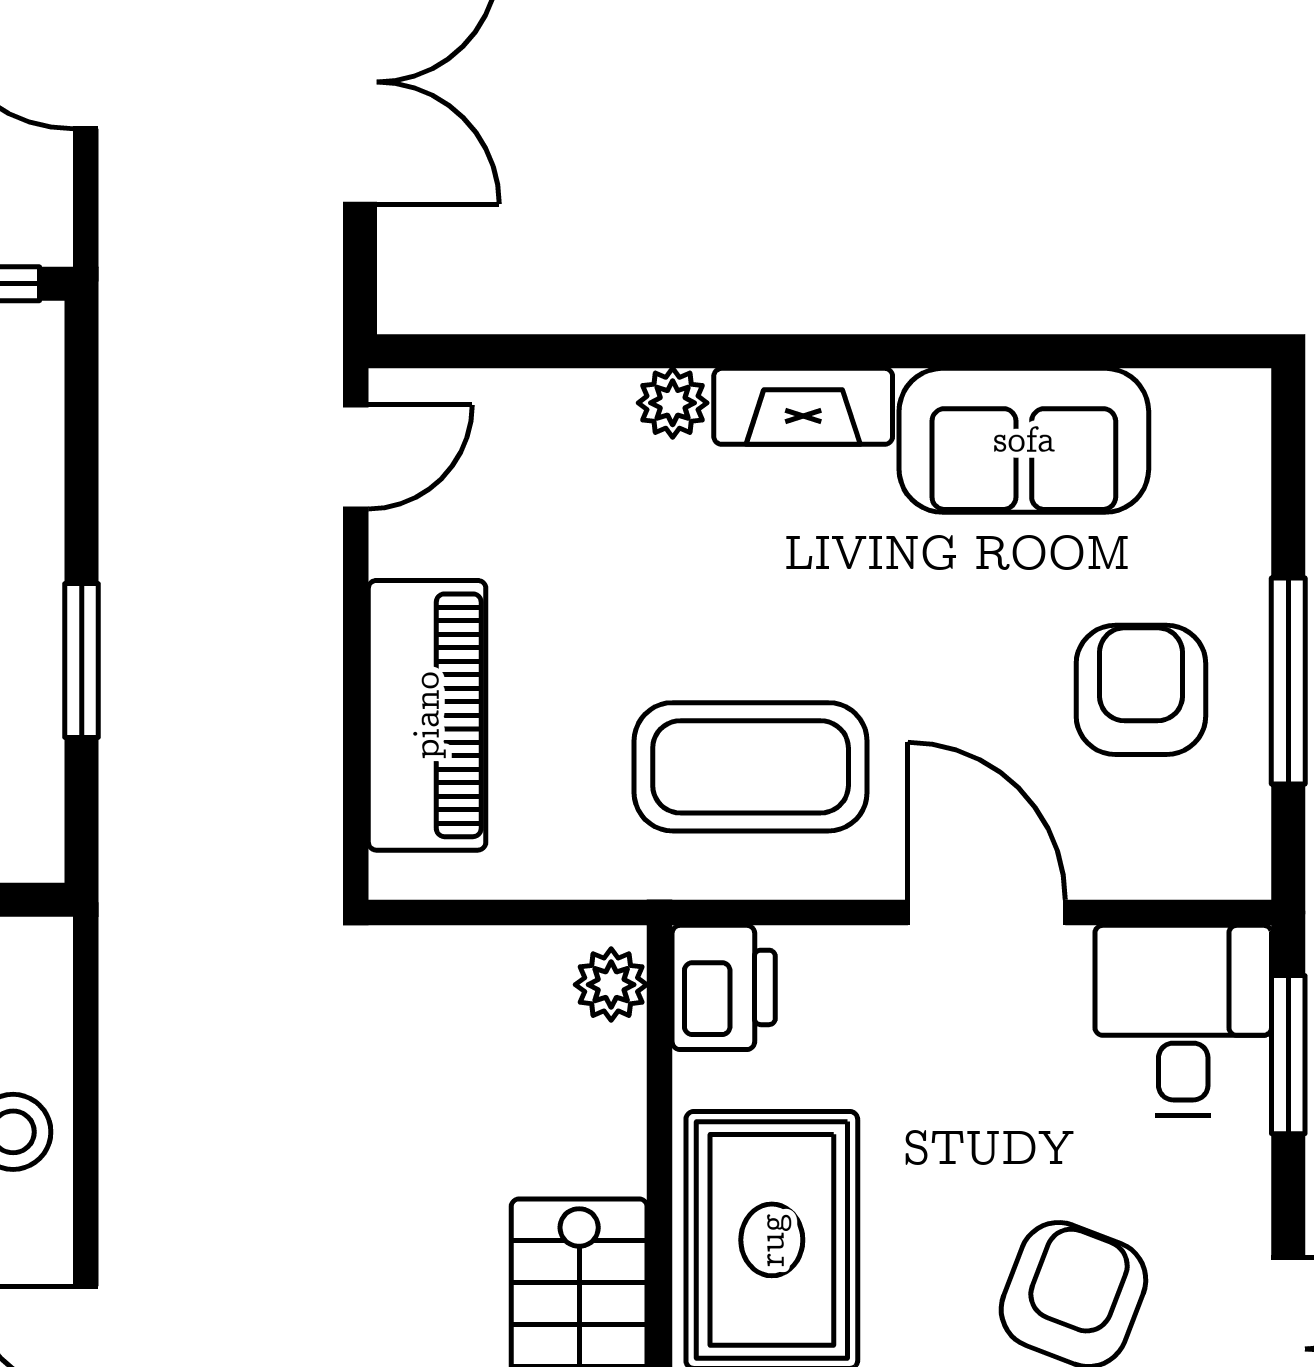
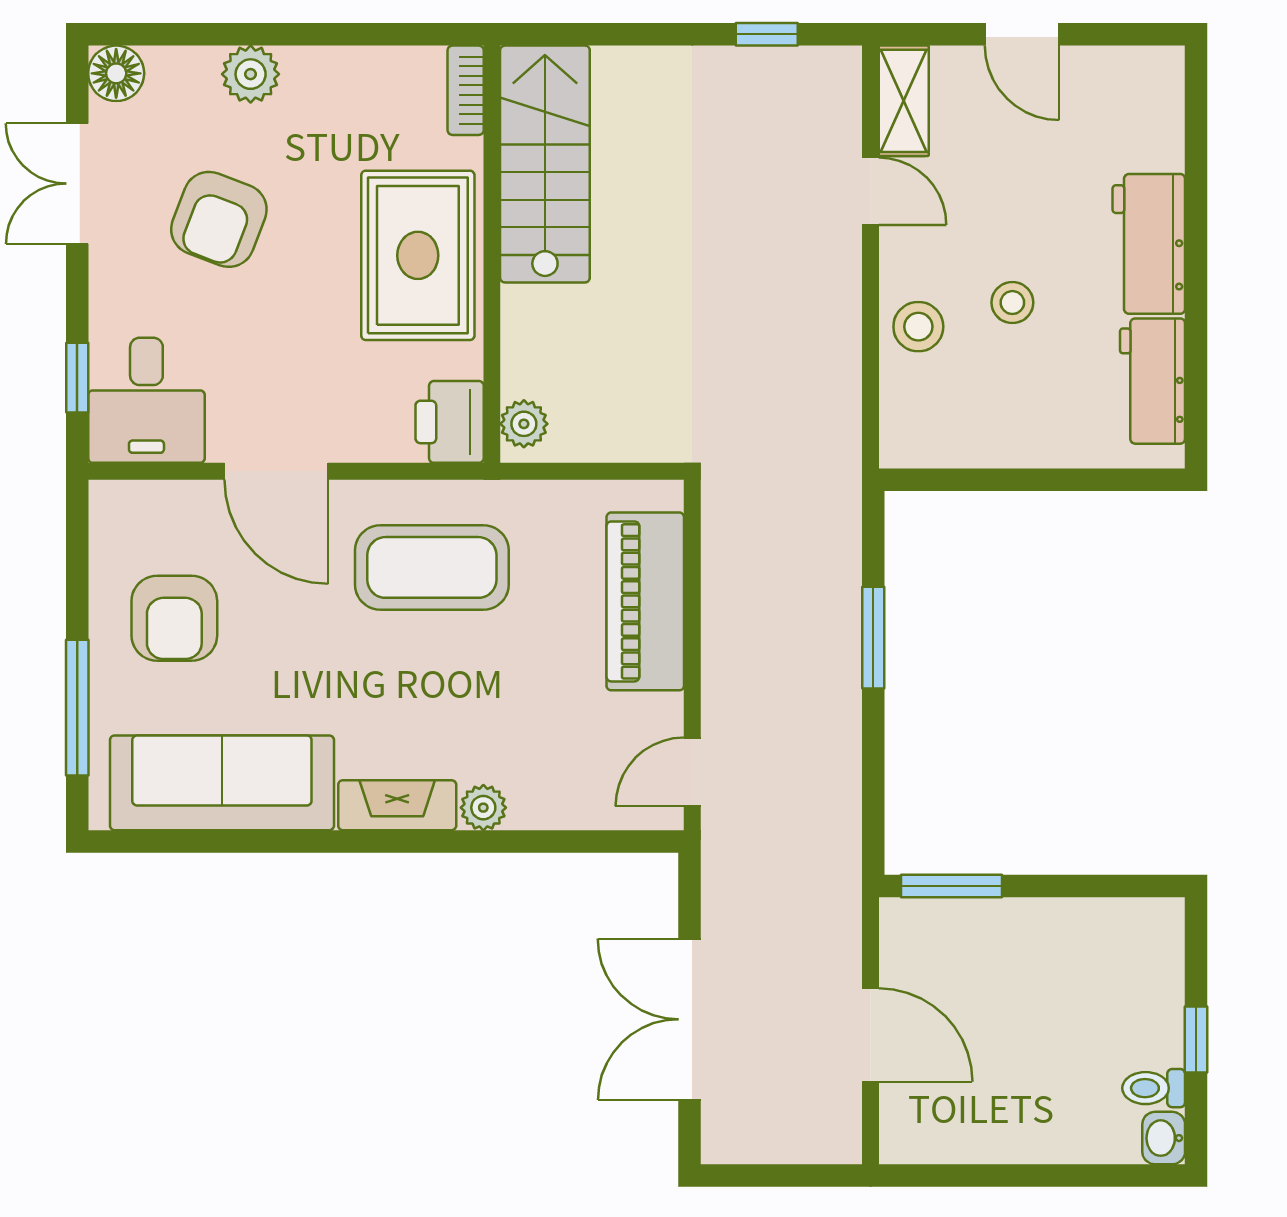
sofa: (1024, 440) -> (222, 783), width x1.36
window: (1288, 681) -> (77, 708), moved
window: (1288, 1055) -> (77, 378), width x0.67

